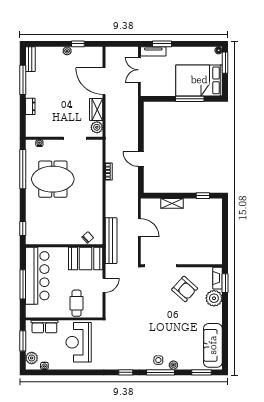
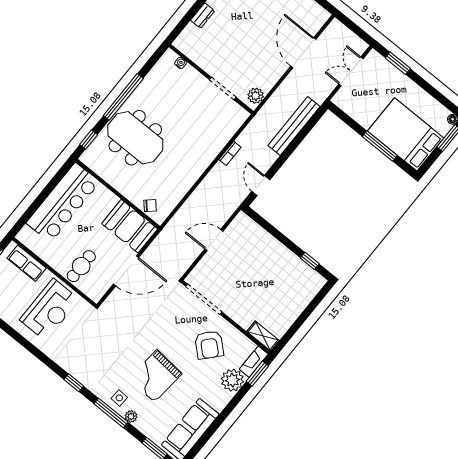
tv unit: (153, 51) -> (382, 64), removed
wardrobe: (96, 109) -> (270, 76), removed
door: (141, 159) -> (261, 186), moved
window: (23, 169) -> (123, 97), moved
meeting table: (53, 179) -> (135, 138), moved
shelving: (172, 203) -> (263, 336), moved
door: (139, 228) -> (214, 240), swing flipped
bench: (111, 241) -> (294, 126), moved
window: (23, 284) -> (40, 199), removed
door: (104, 285) -> (126, 271), width x1.88
grand piano: (169, 331) -> (156, 376), added
reception desk: (79, 342) -> (49, 310), turned 180

